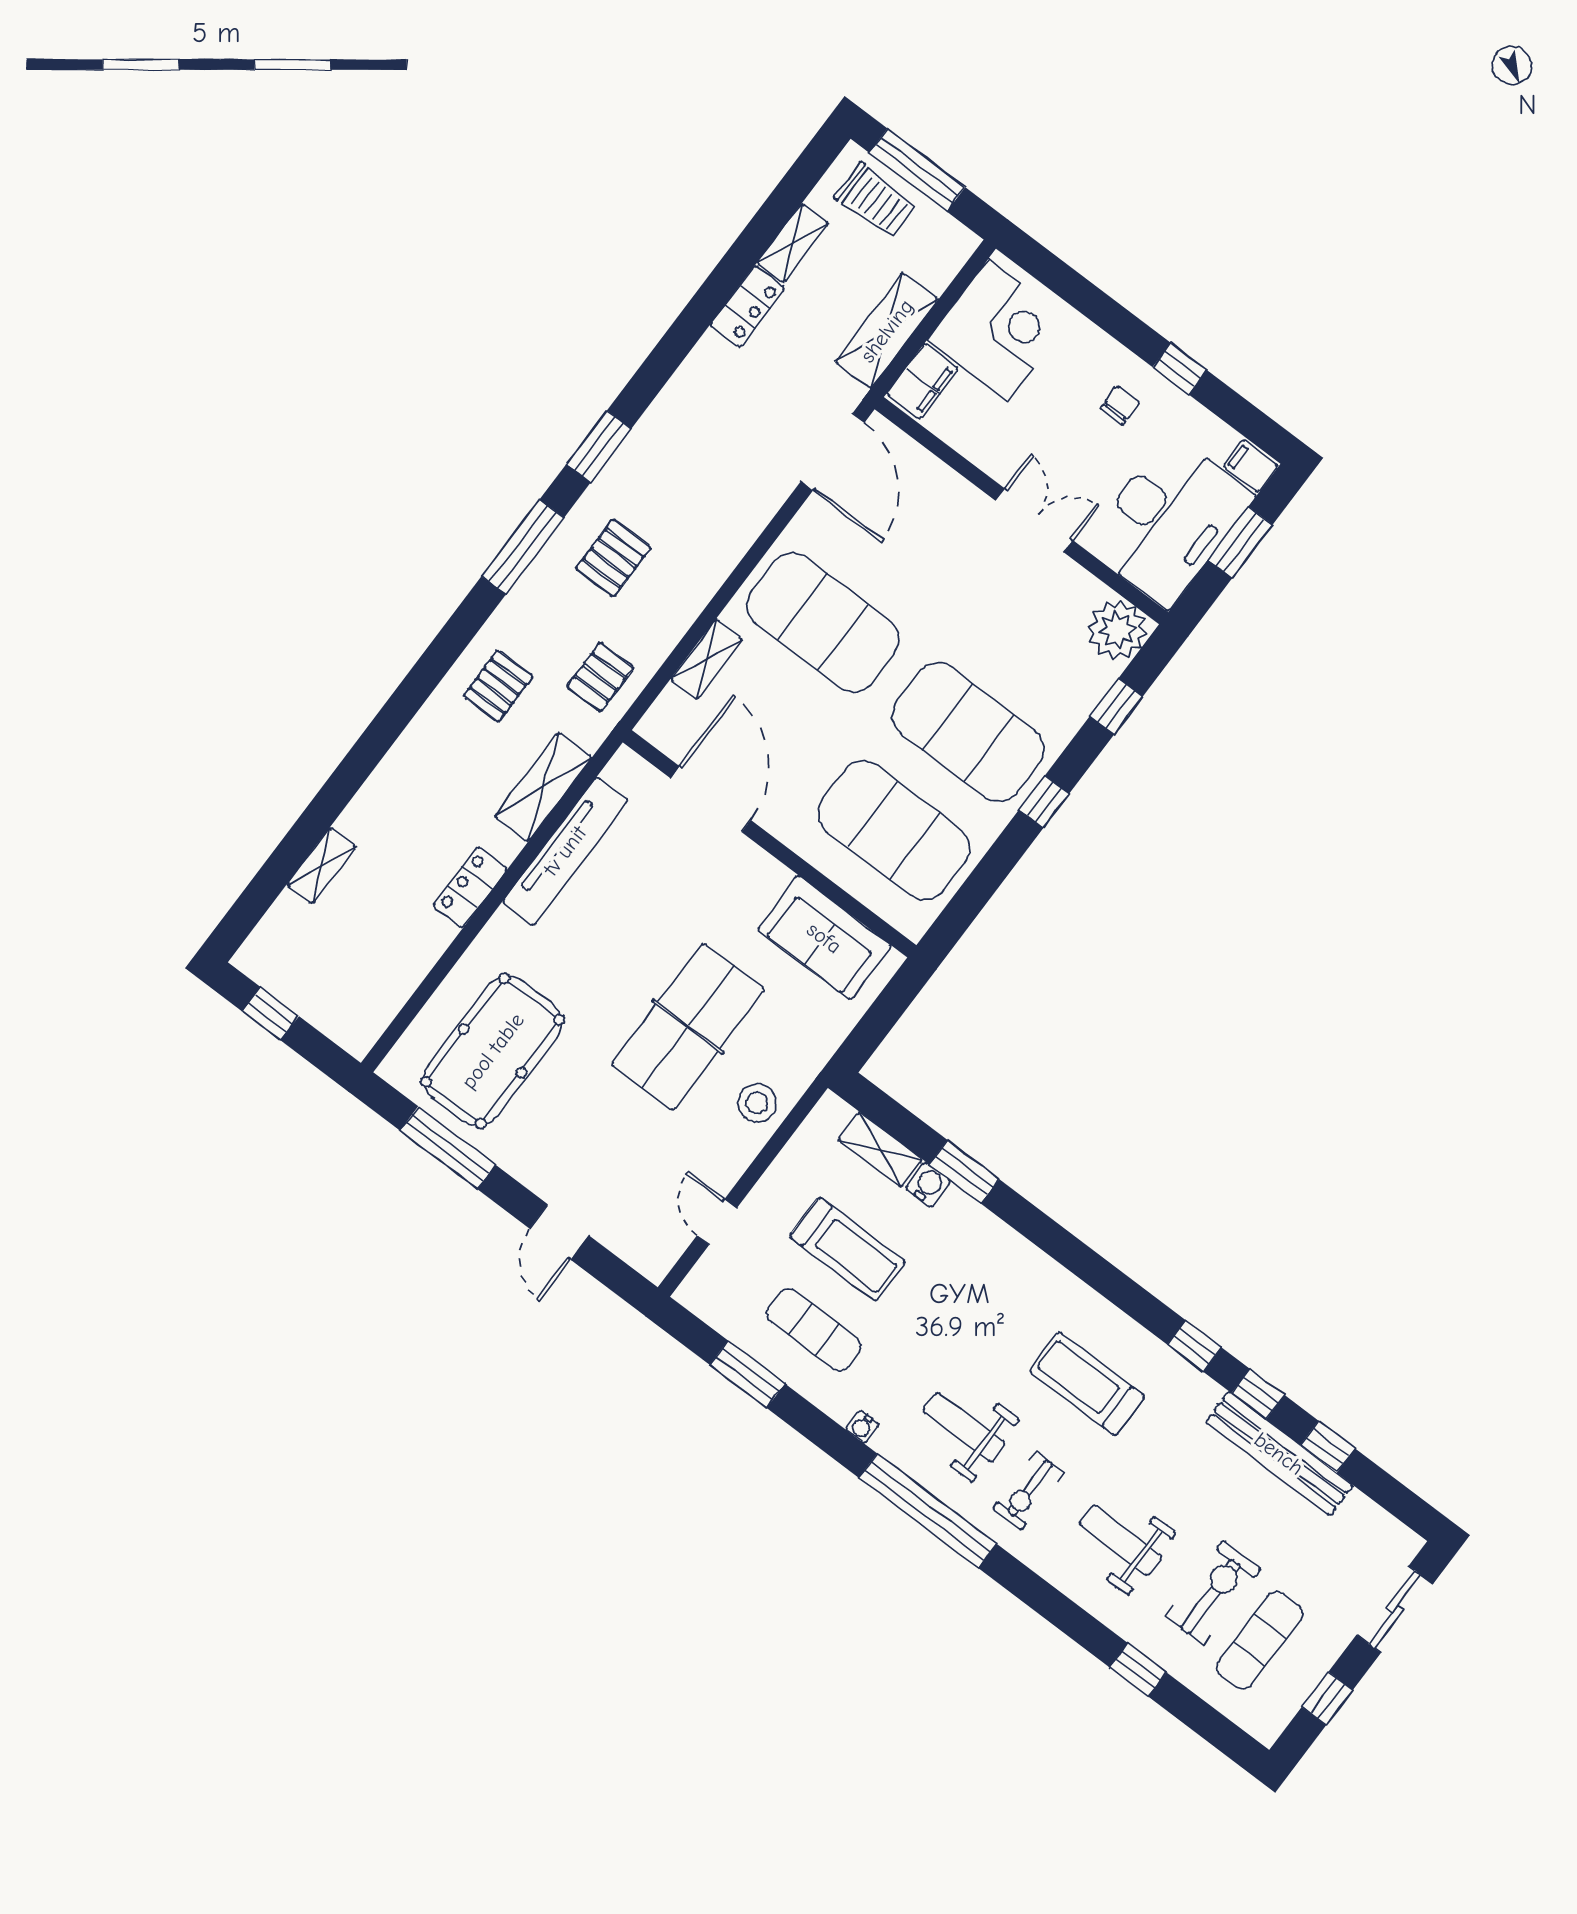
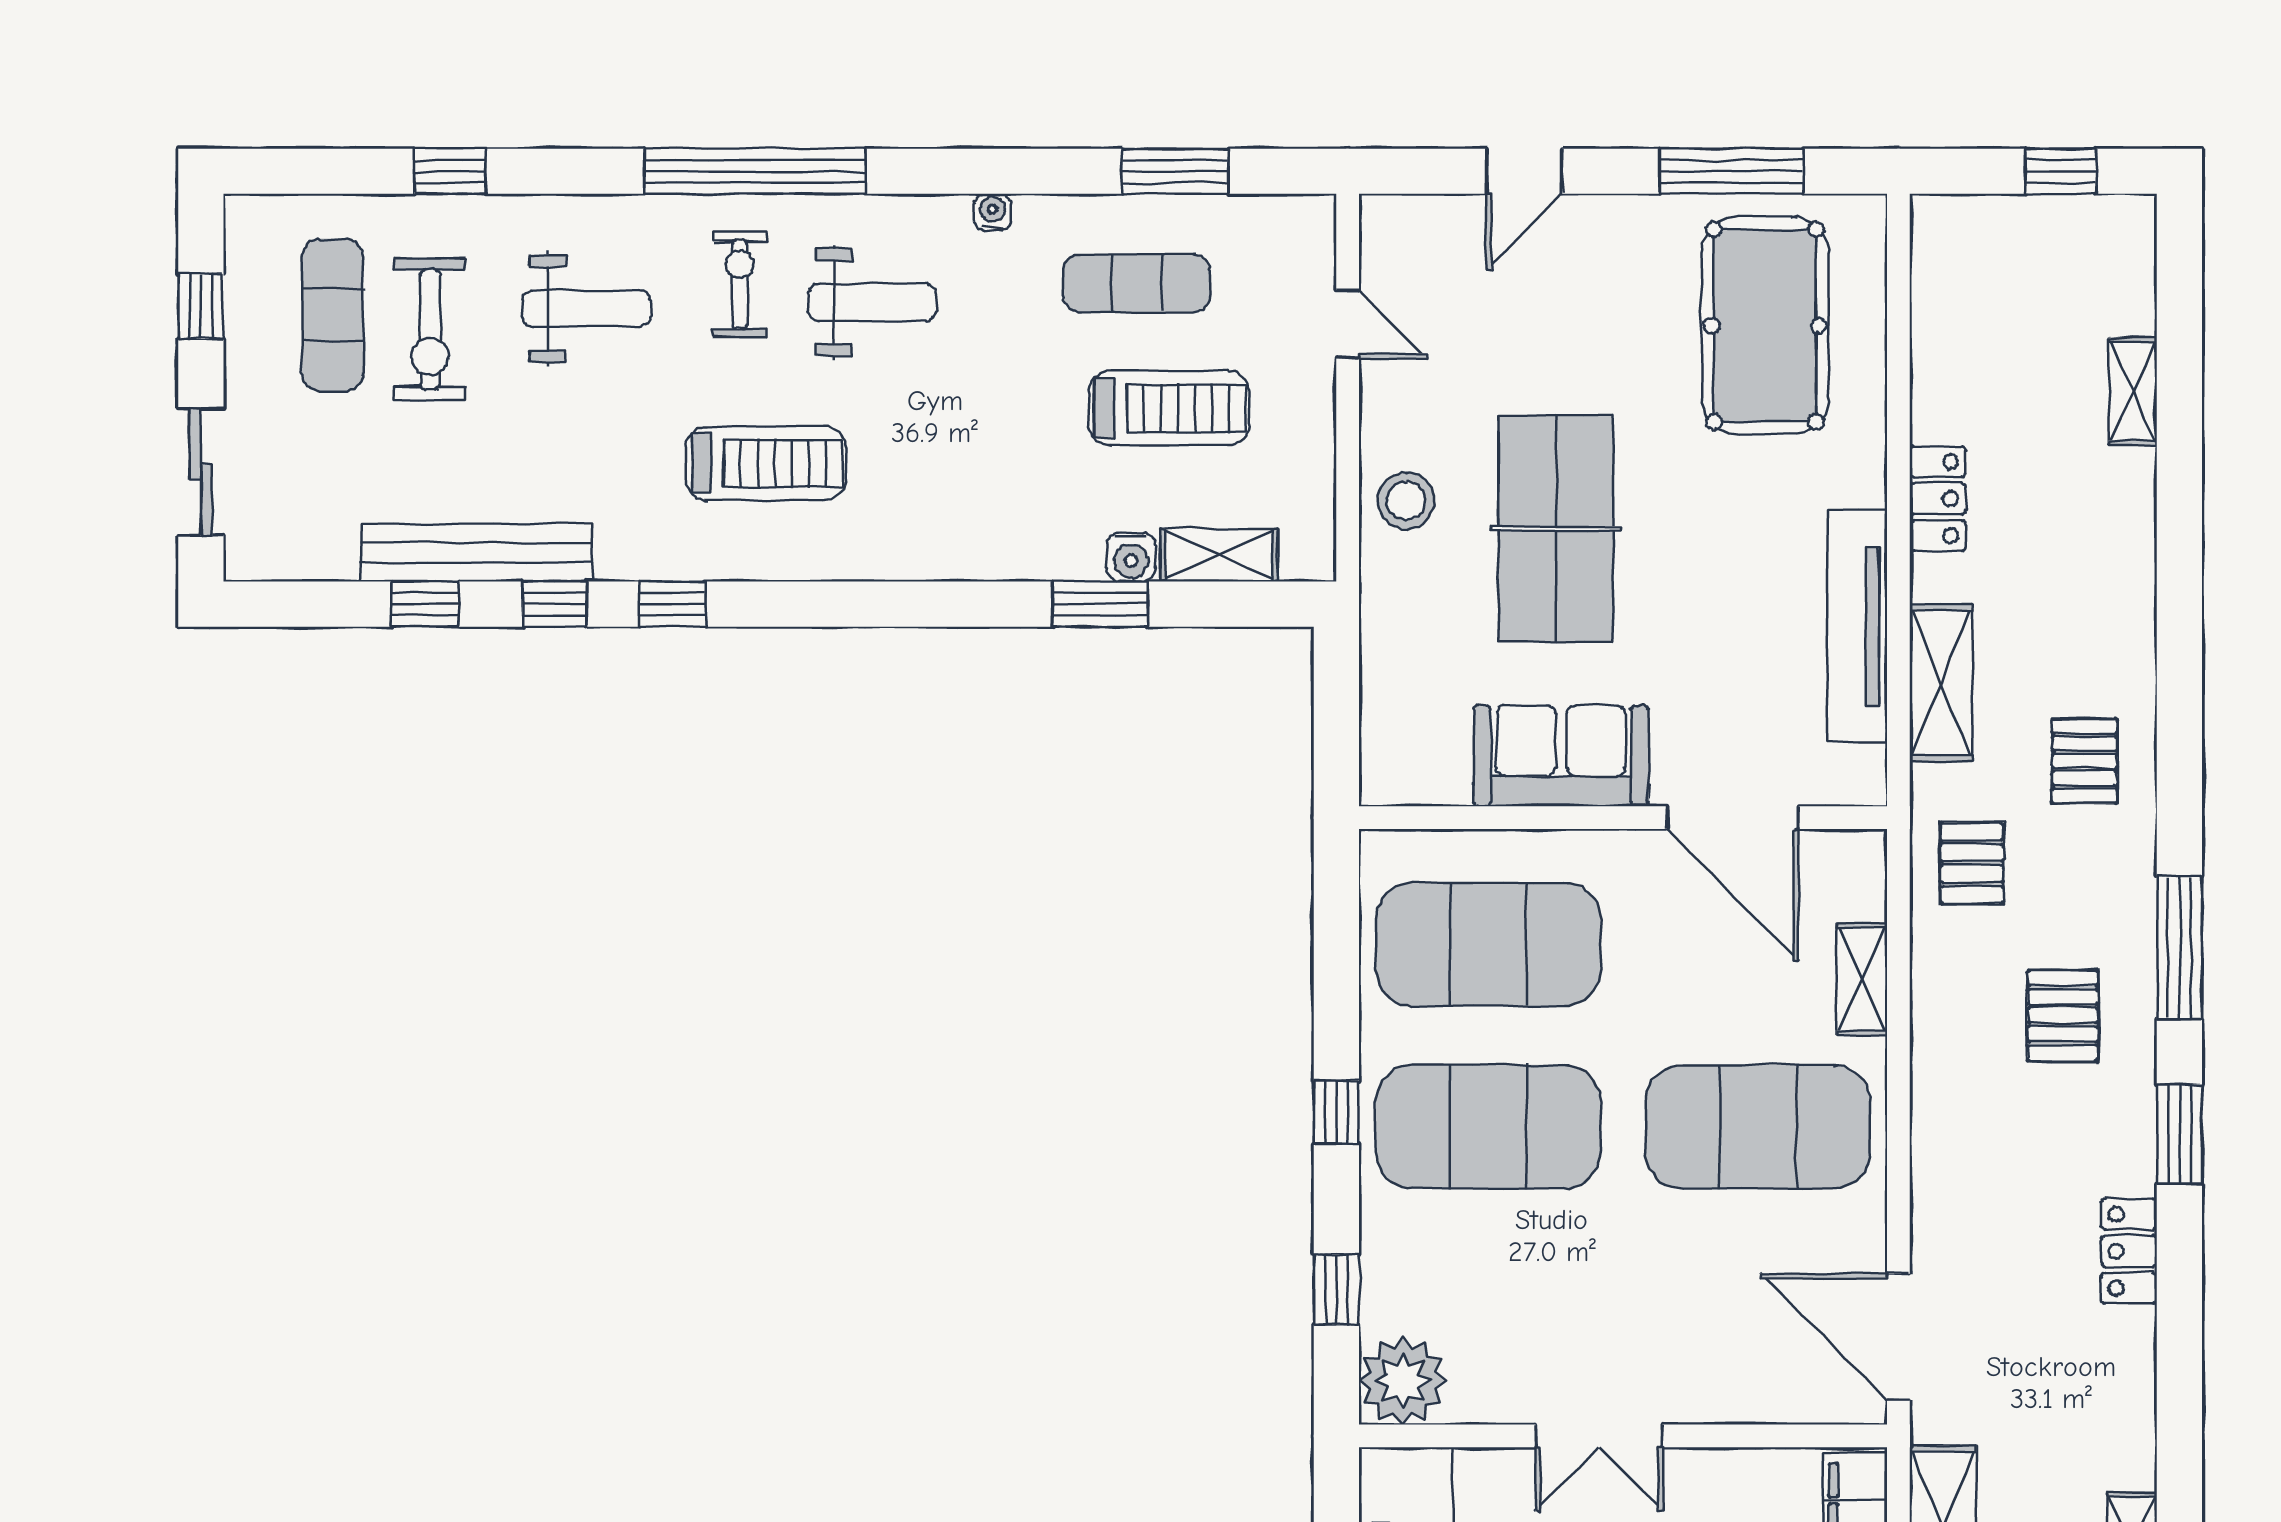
locker: (747, 307) -> (2129, 1251), moved
sofa: (824, 938) -> (1561, 756), moved
door: (559, 1232) -> (1524, 171), swing flipped
treadmill: (847, 1249) -> (1169, 408), turned 180
window: (928, 1511) -> (755, 171), moved

